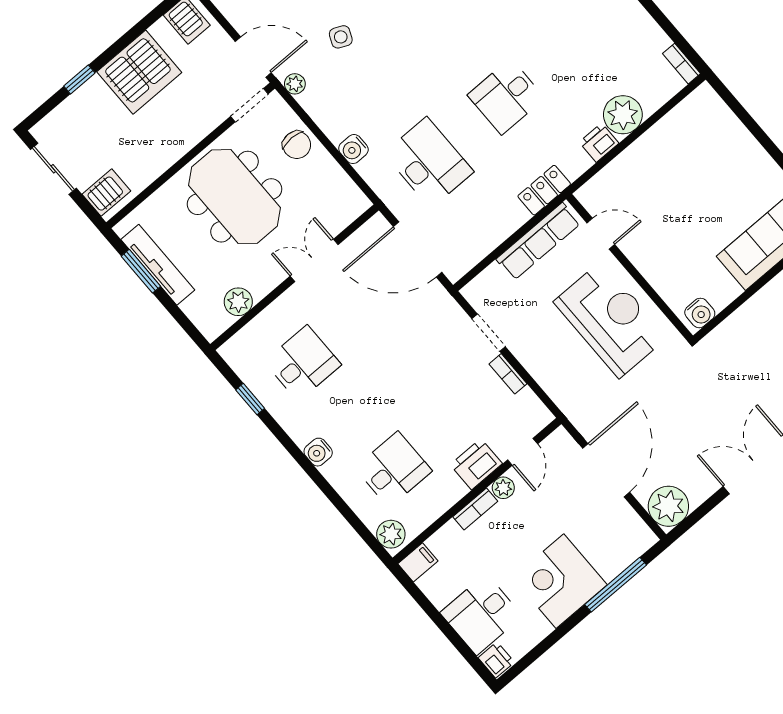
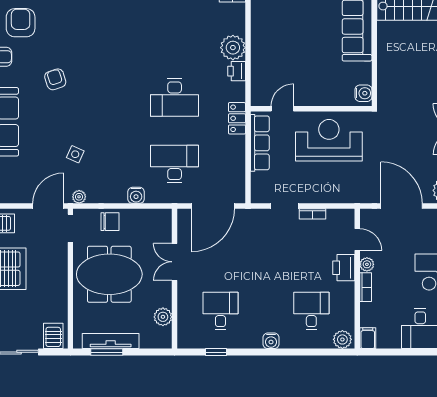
desk: (506, 97) -> (175, 98), width x1.37

